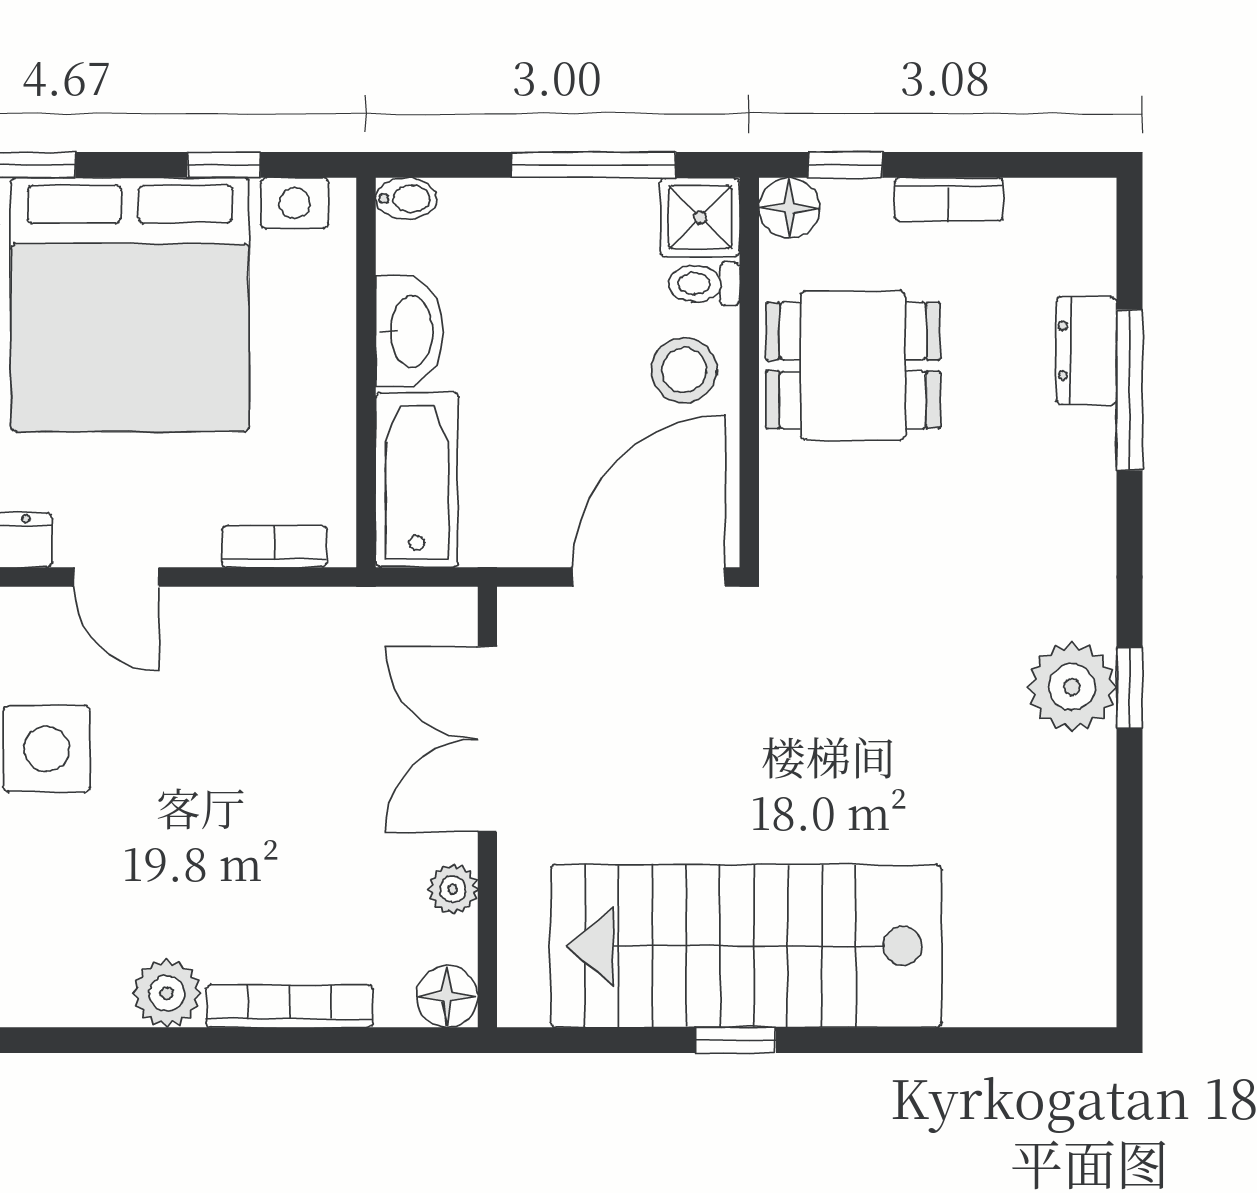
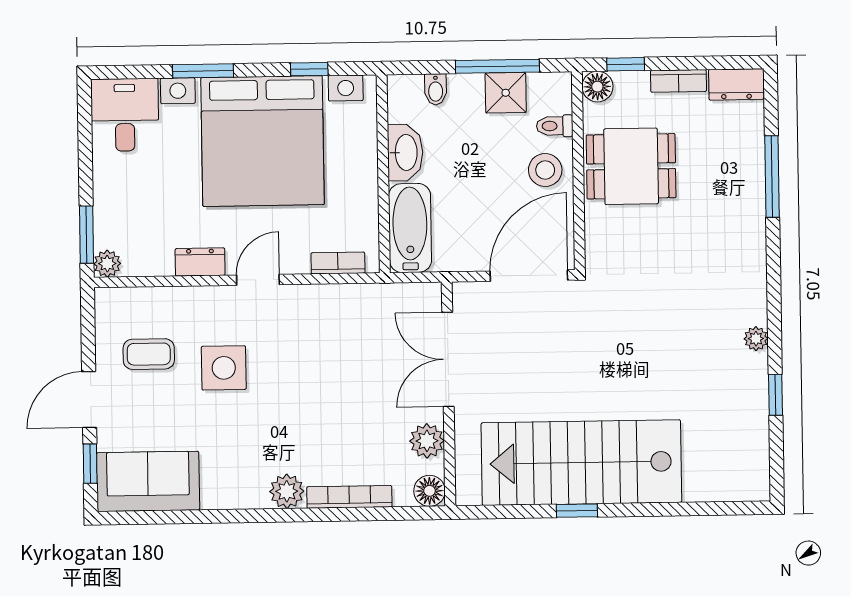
bidet: (406, 199) -> (436, 89), moved, turned 90
shower: (700, 217) -> (506, 93), moved
dresser: (1086, 351) -> (736, 84), moved, turned -90
door: (117, 577) -> (258, 280), swing flipped
plant: (1072, 687) -> (756, 339), width x0.53, depth x0.53
window: (1130, 687) -> (775, 395), moved
plant: (453, 889) -> (427, 441), width x1.38, depth x1.38

